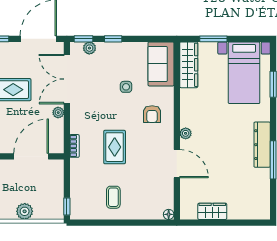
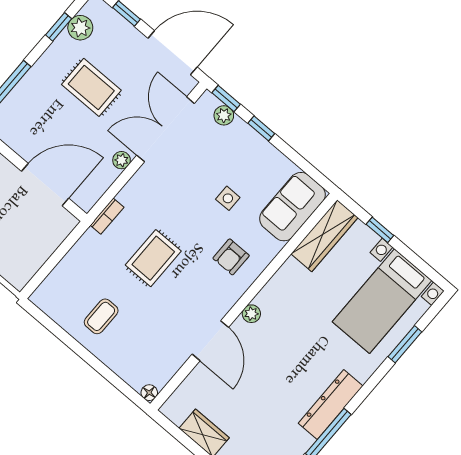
window: (213, 39) -> (380, 230), width x0.67
window: (67, 207) -> (37, 280), removed

